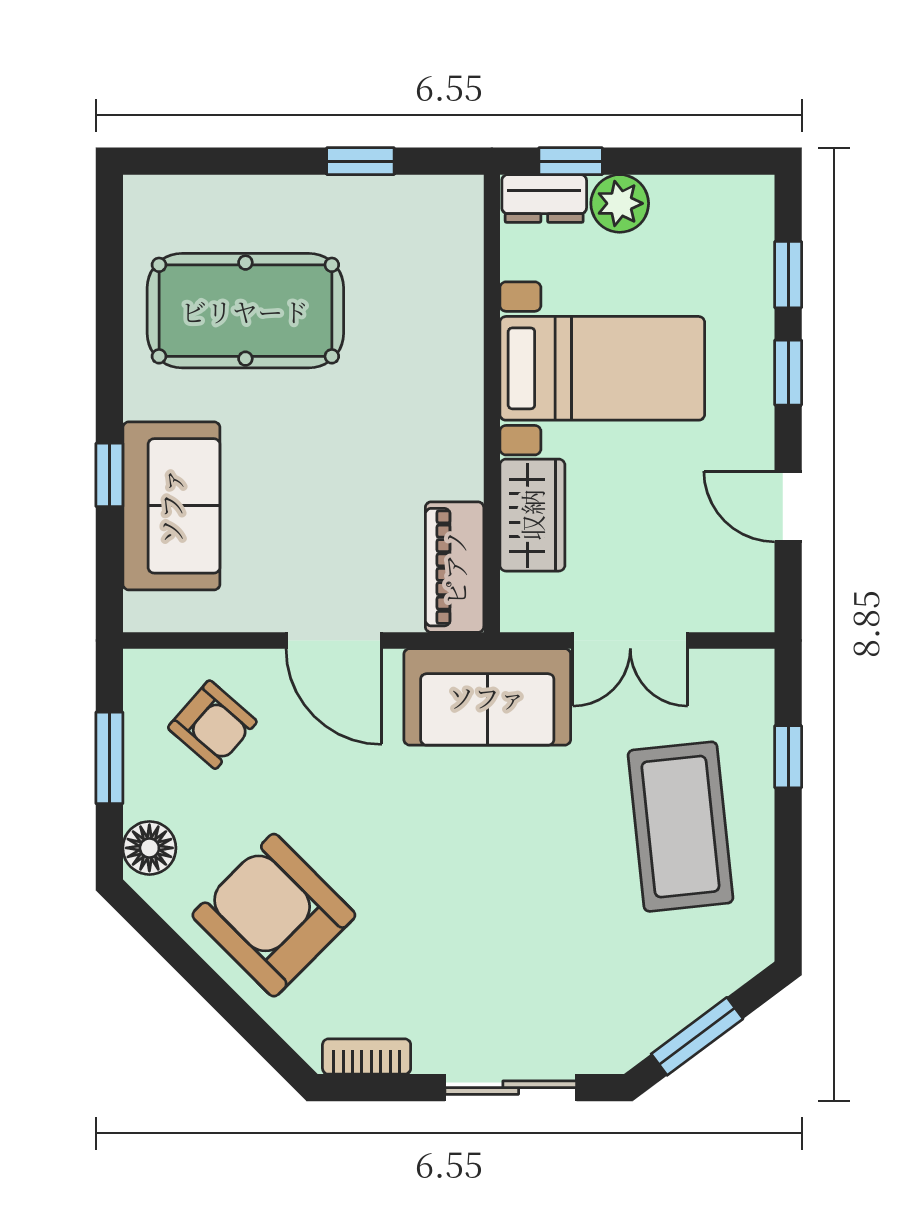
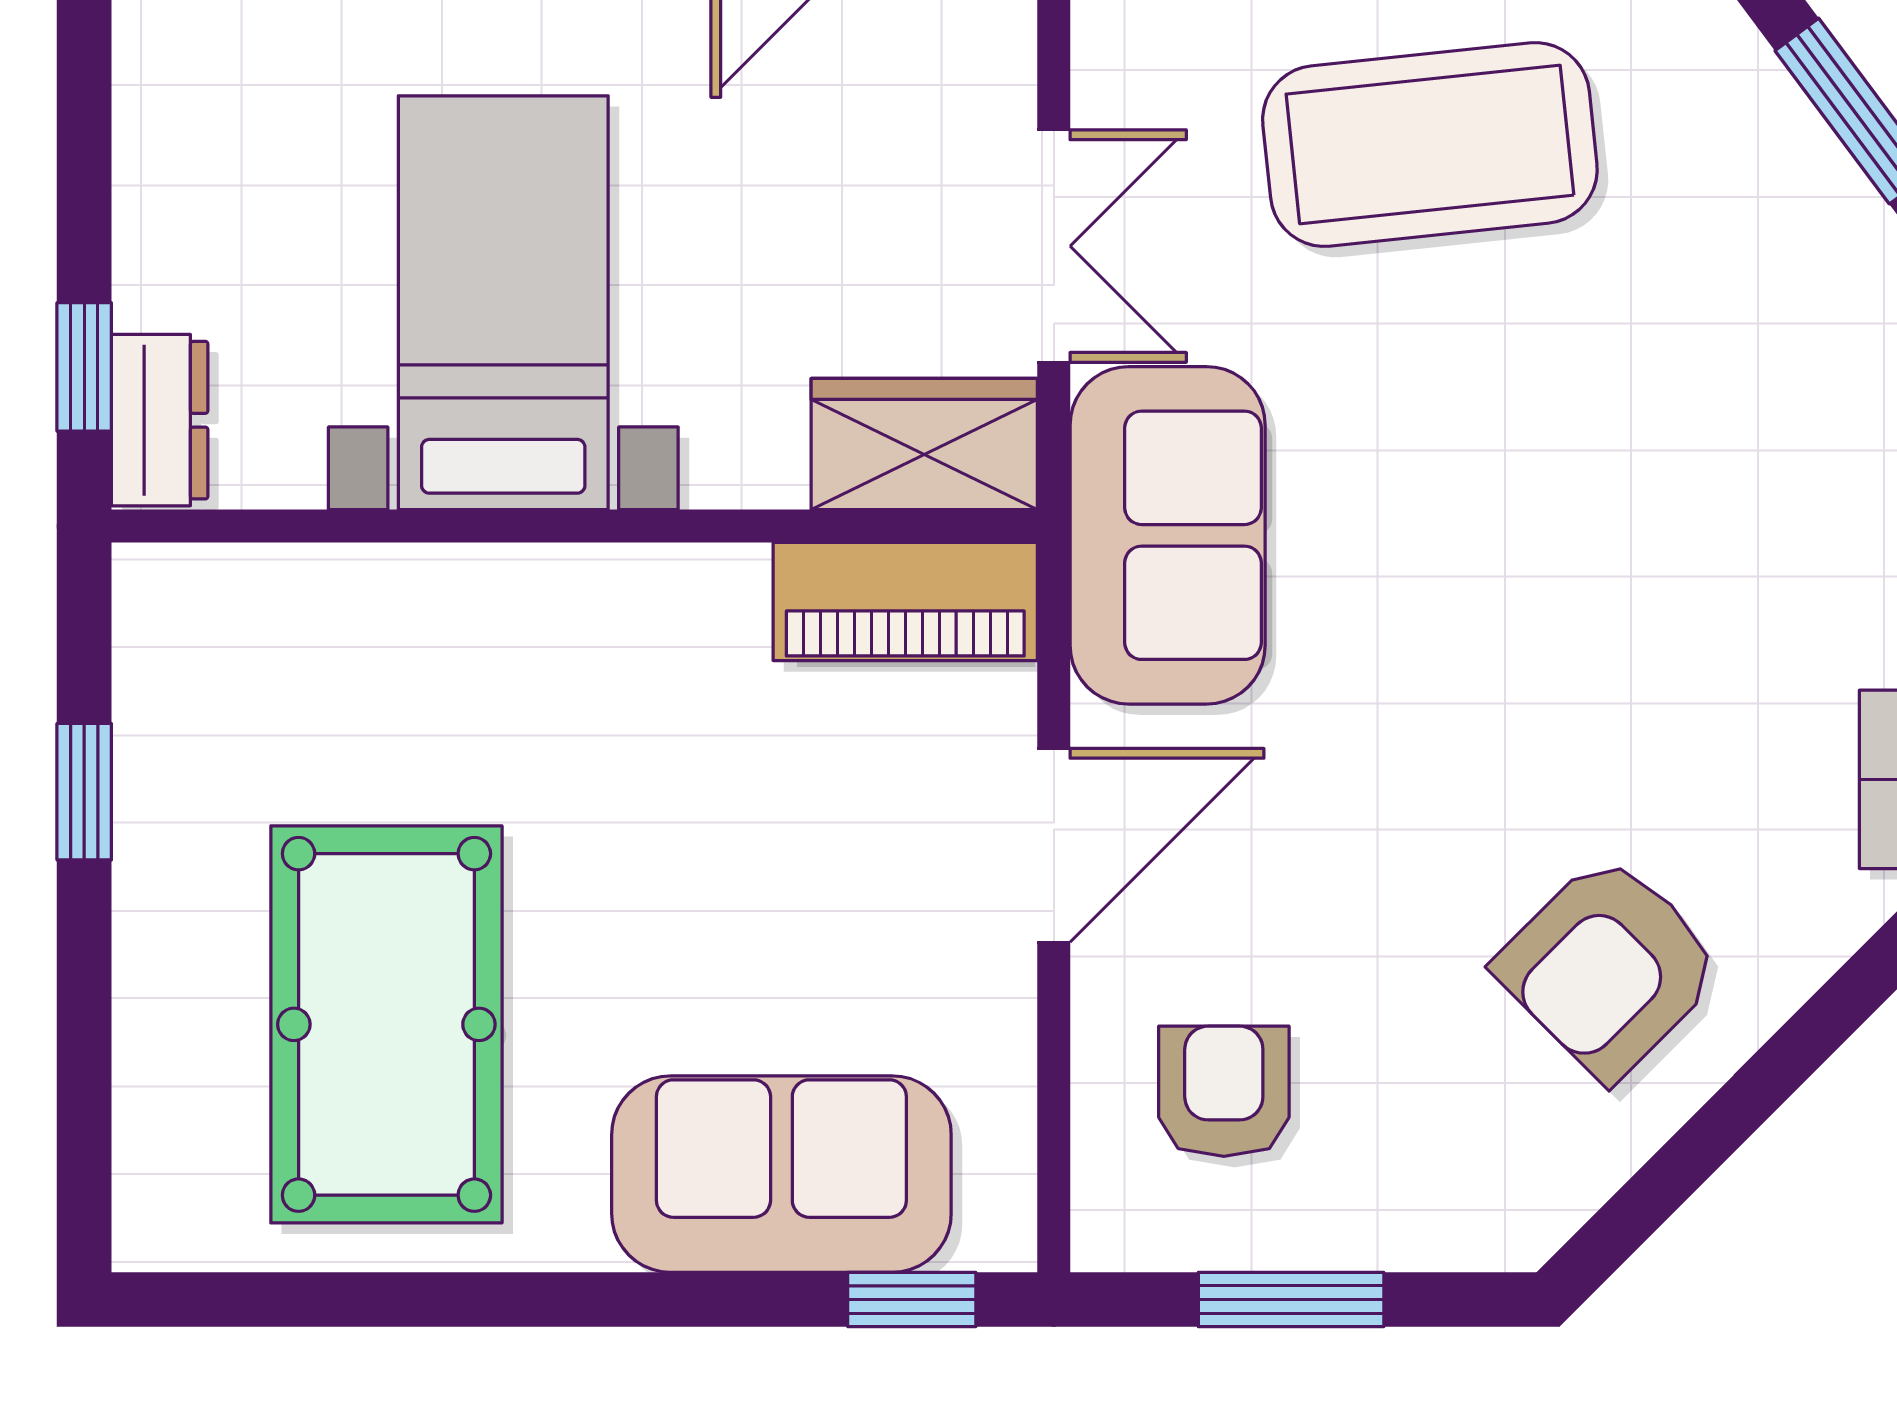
plant: (620, 203) -> (170, 267), removed
window: (109, 475) -> (912, 1300), moved
wardrobe: (532, 515) -> (924, 444), moved
armchair: (212, 725) -> (1224, 1091), turned -41
floor lamp: (149, 848) -> (1473, 1219), removed
armchair: (274, 915) -> (1609, 967), width x0.73, depth x0.73

